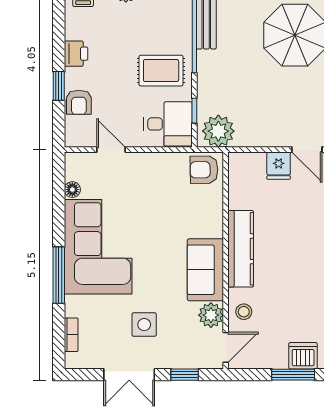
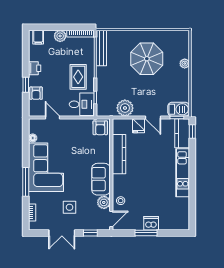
rug: (161, 71) -> (78, 77), turned 90
plant: (218, 131) -> (125, 108), moved
armchair: (204, 170) -> (100, 128), turned -89
kitchen counter: (241, 249) -> (119, 154), moved

